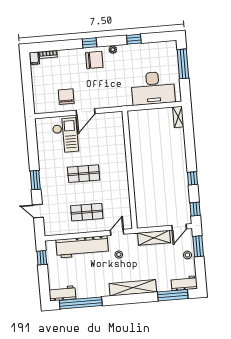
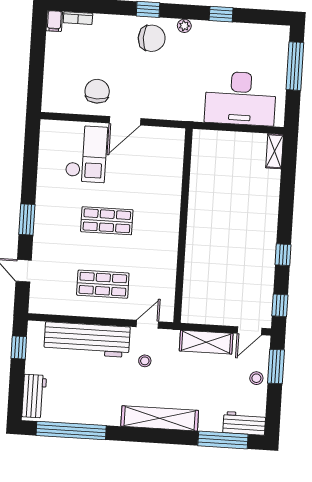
workbench: (62, 293) -> (34, 396), moved, turned 90

